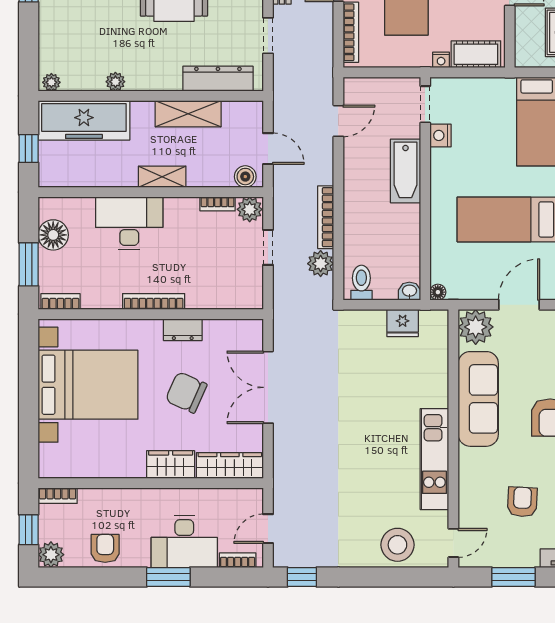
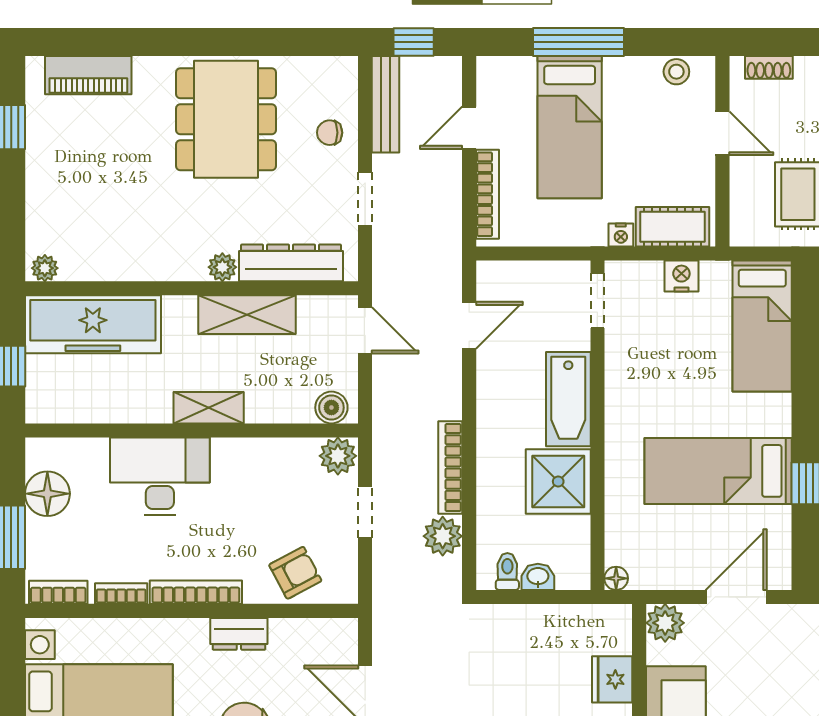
plant: (115, 82) -> (222, 267), moved
nightstand: (440, 135) -> (681, 276), moved, turned 90
door: (268, 149) -> (365, 330), moved
bookcase: (218, 204) -> (121, 594), moved, turned 180
shower: (399, 227) -> (558, 481), added
toilet: (361, 283) -> (507, 571), width x0.73, depth x0.72
armchair: (221, 288) -> (295, 573), added
washbasin: (409, 291) -> (538, 577), moved
fridge: (403, 323) -> (612, 679), moved, turned 90
plant: (476, 327) -> (665, 623), width x0.73, depth x0.73

